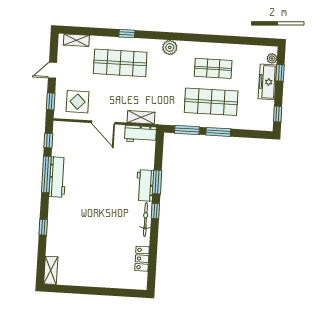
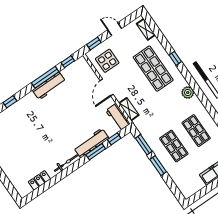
shop shelf: (211, 102) -> (174, 146), width x0.70, depth x0.74
window: (278, 114) -> (199, 194), removed
workbench: (145, 186) -> (91, 143), width x1.38
window: (155, 211) -> (114, 139), moved

